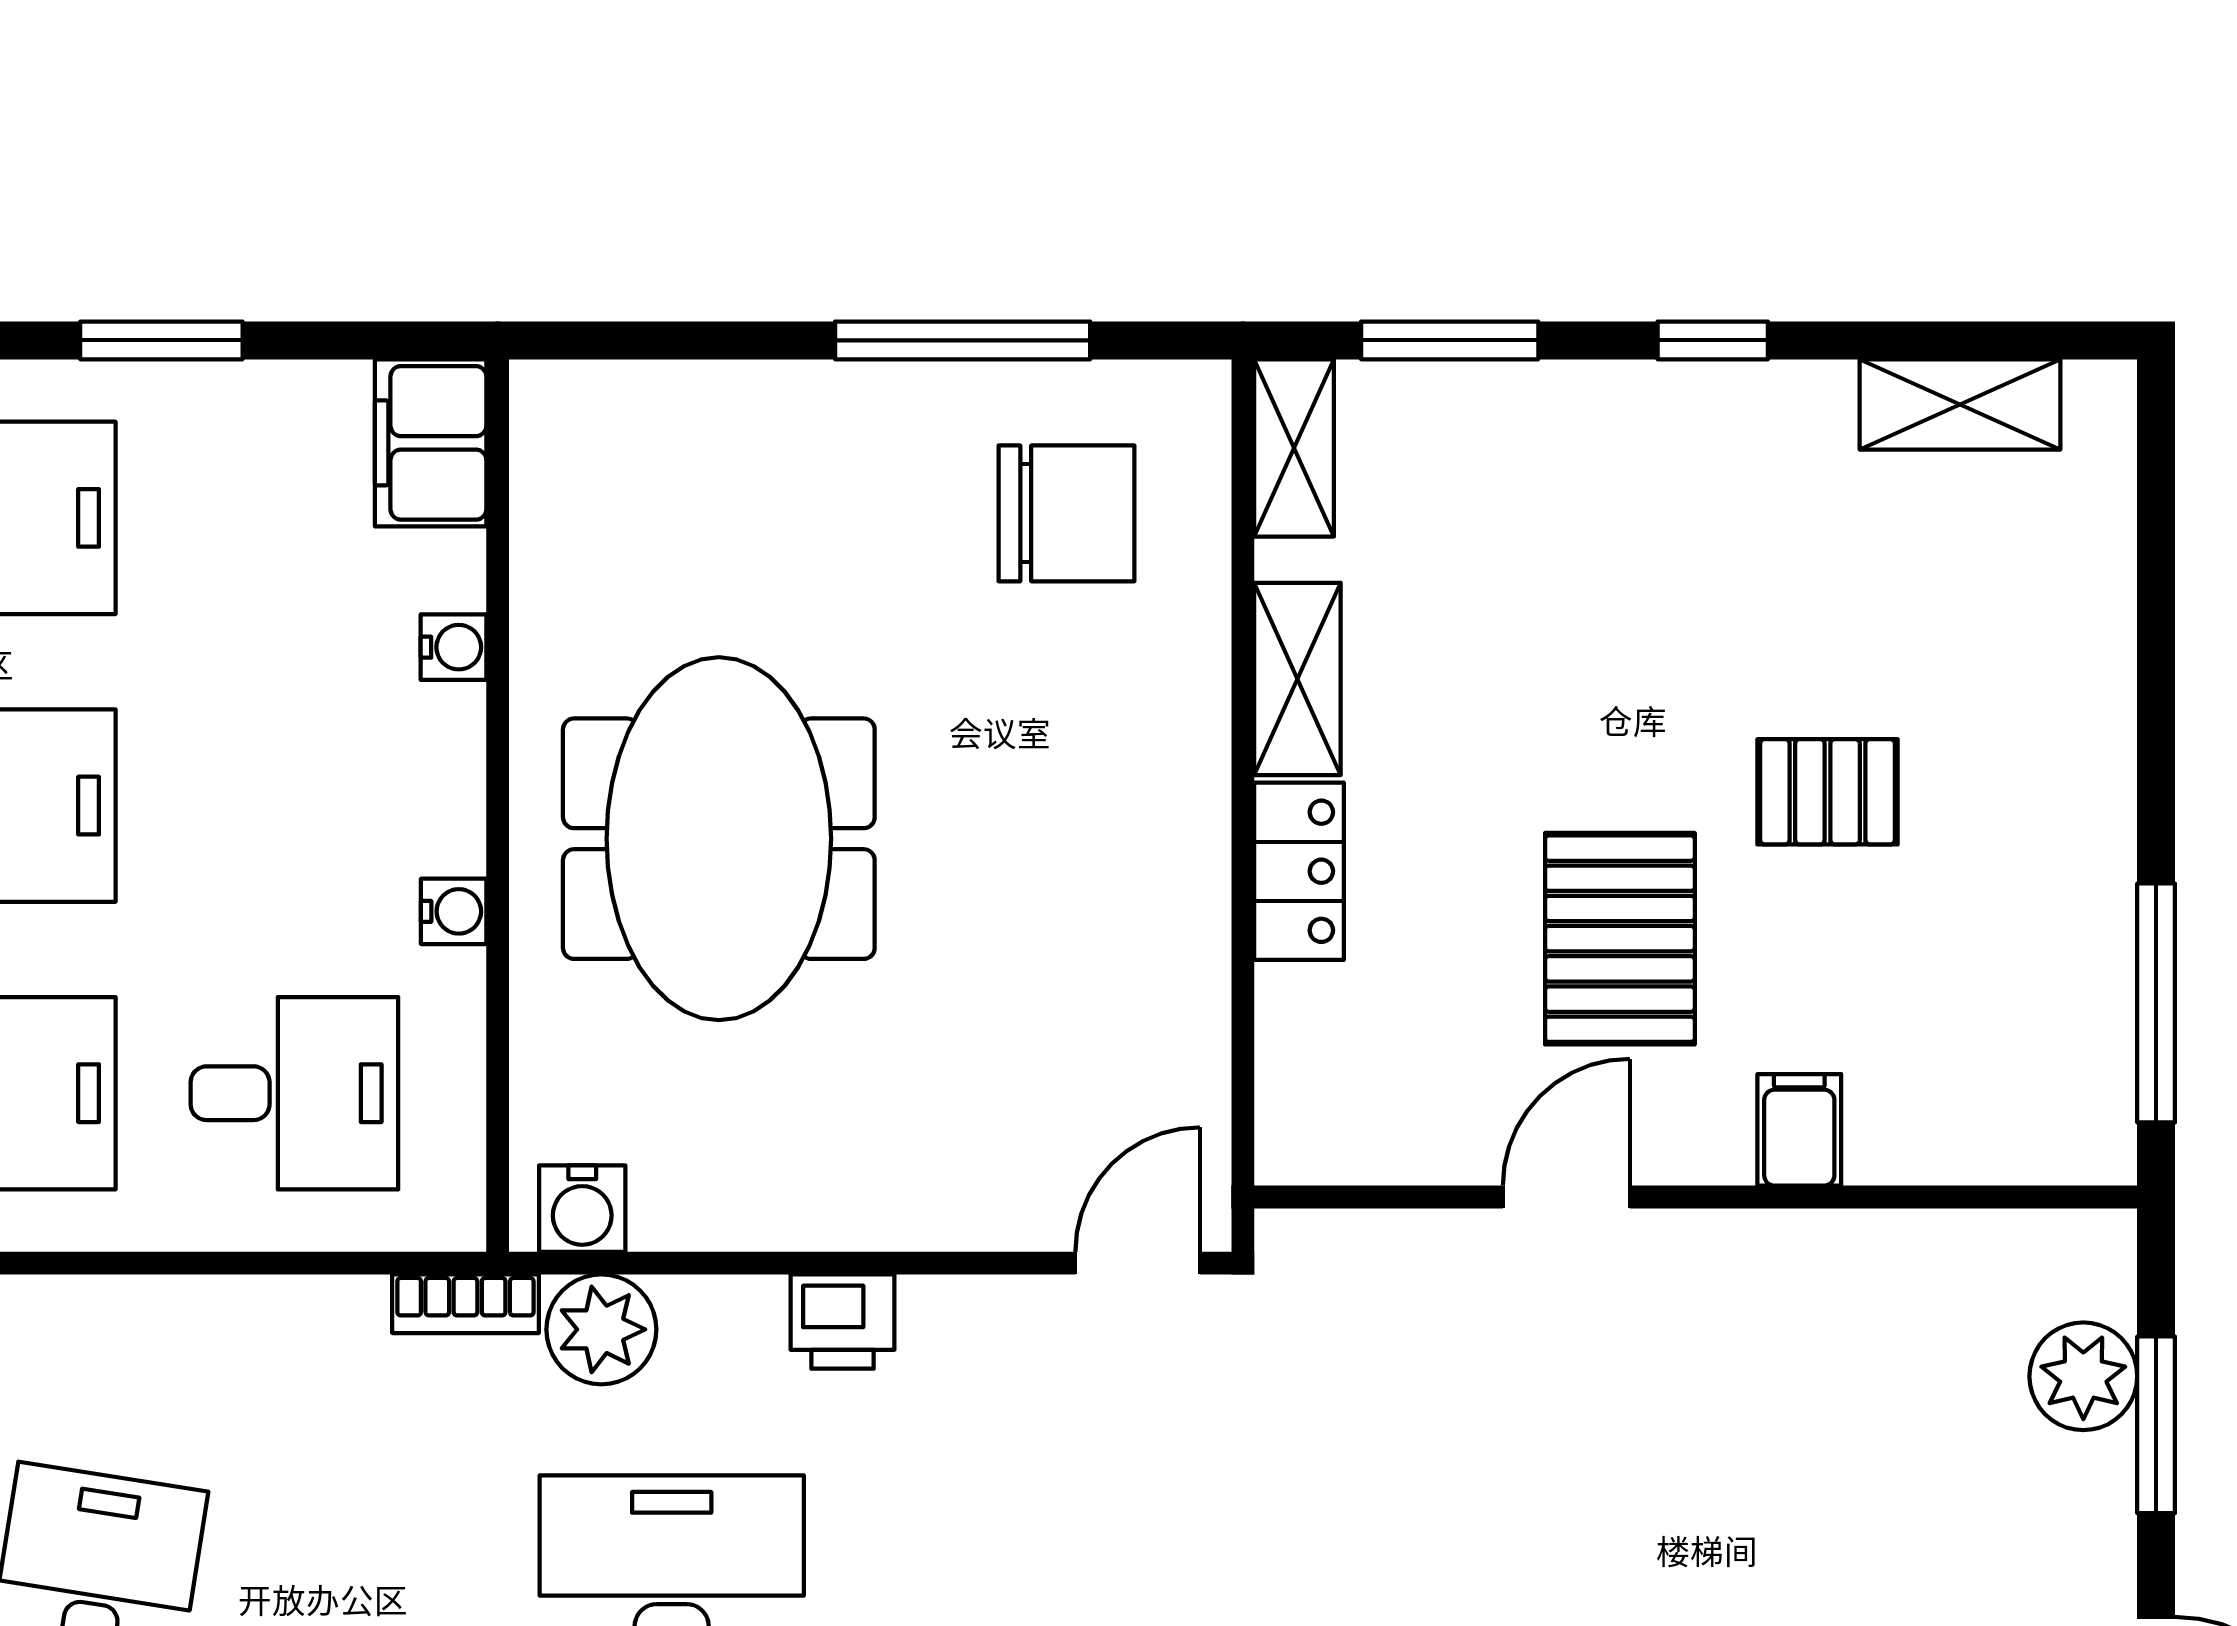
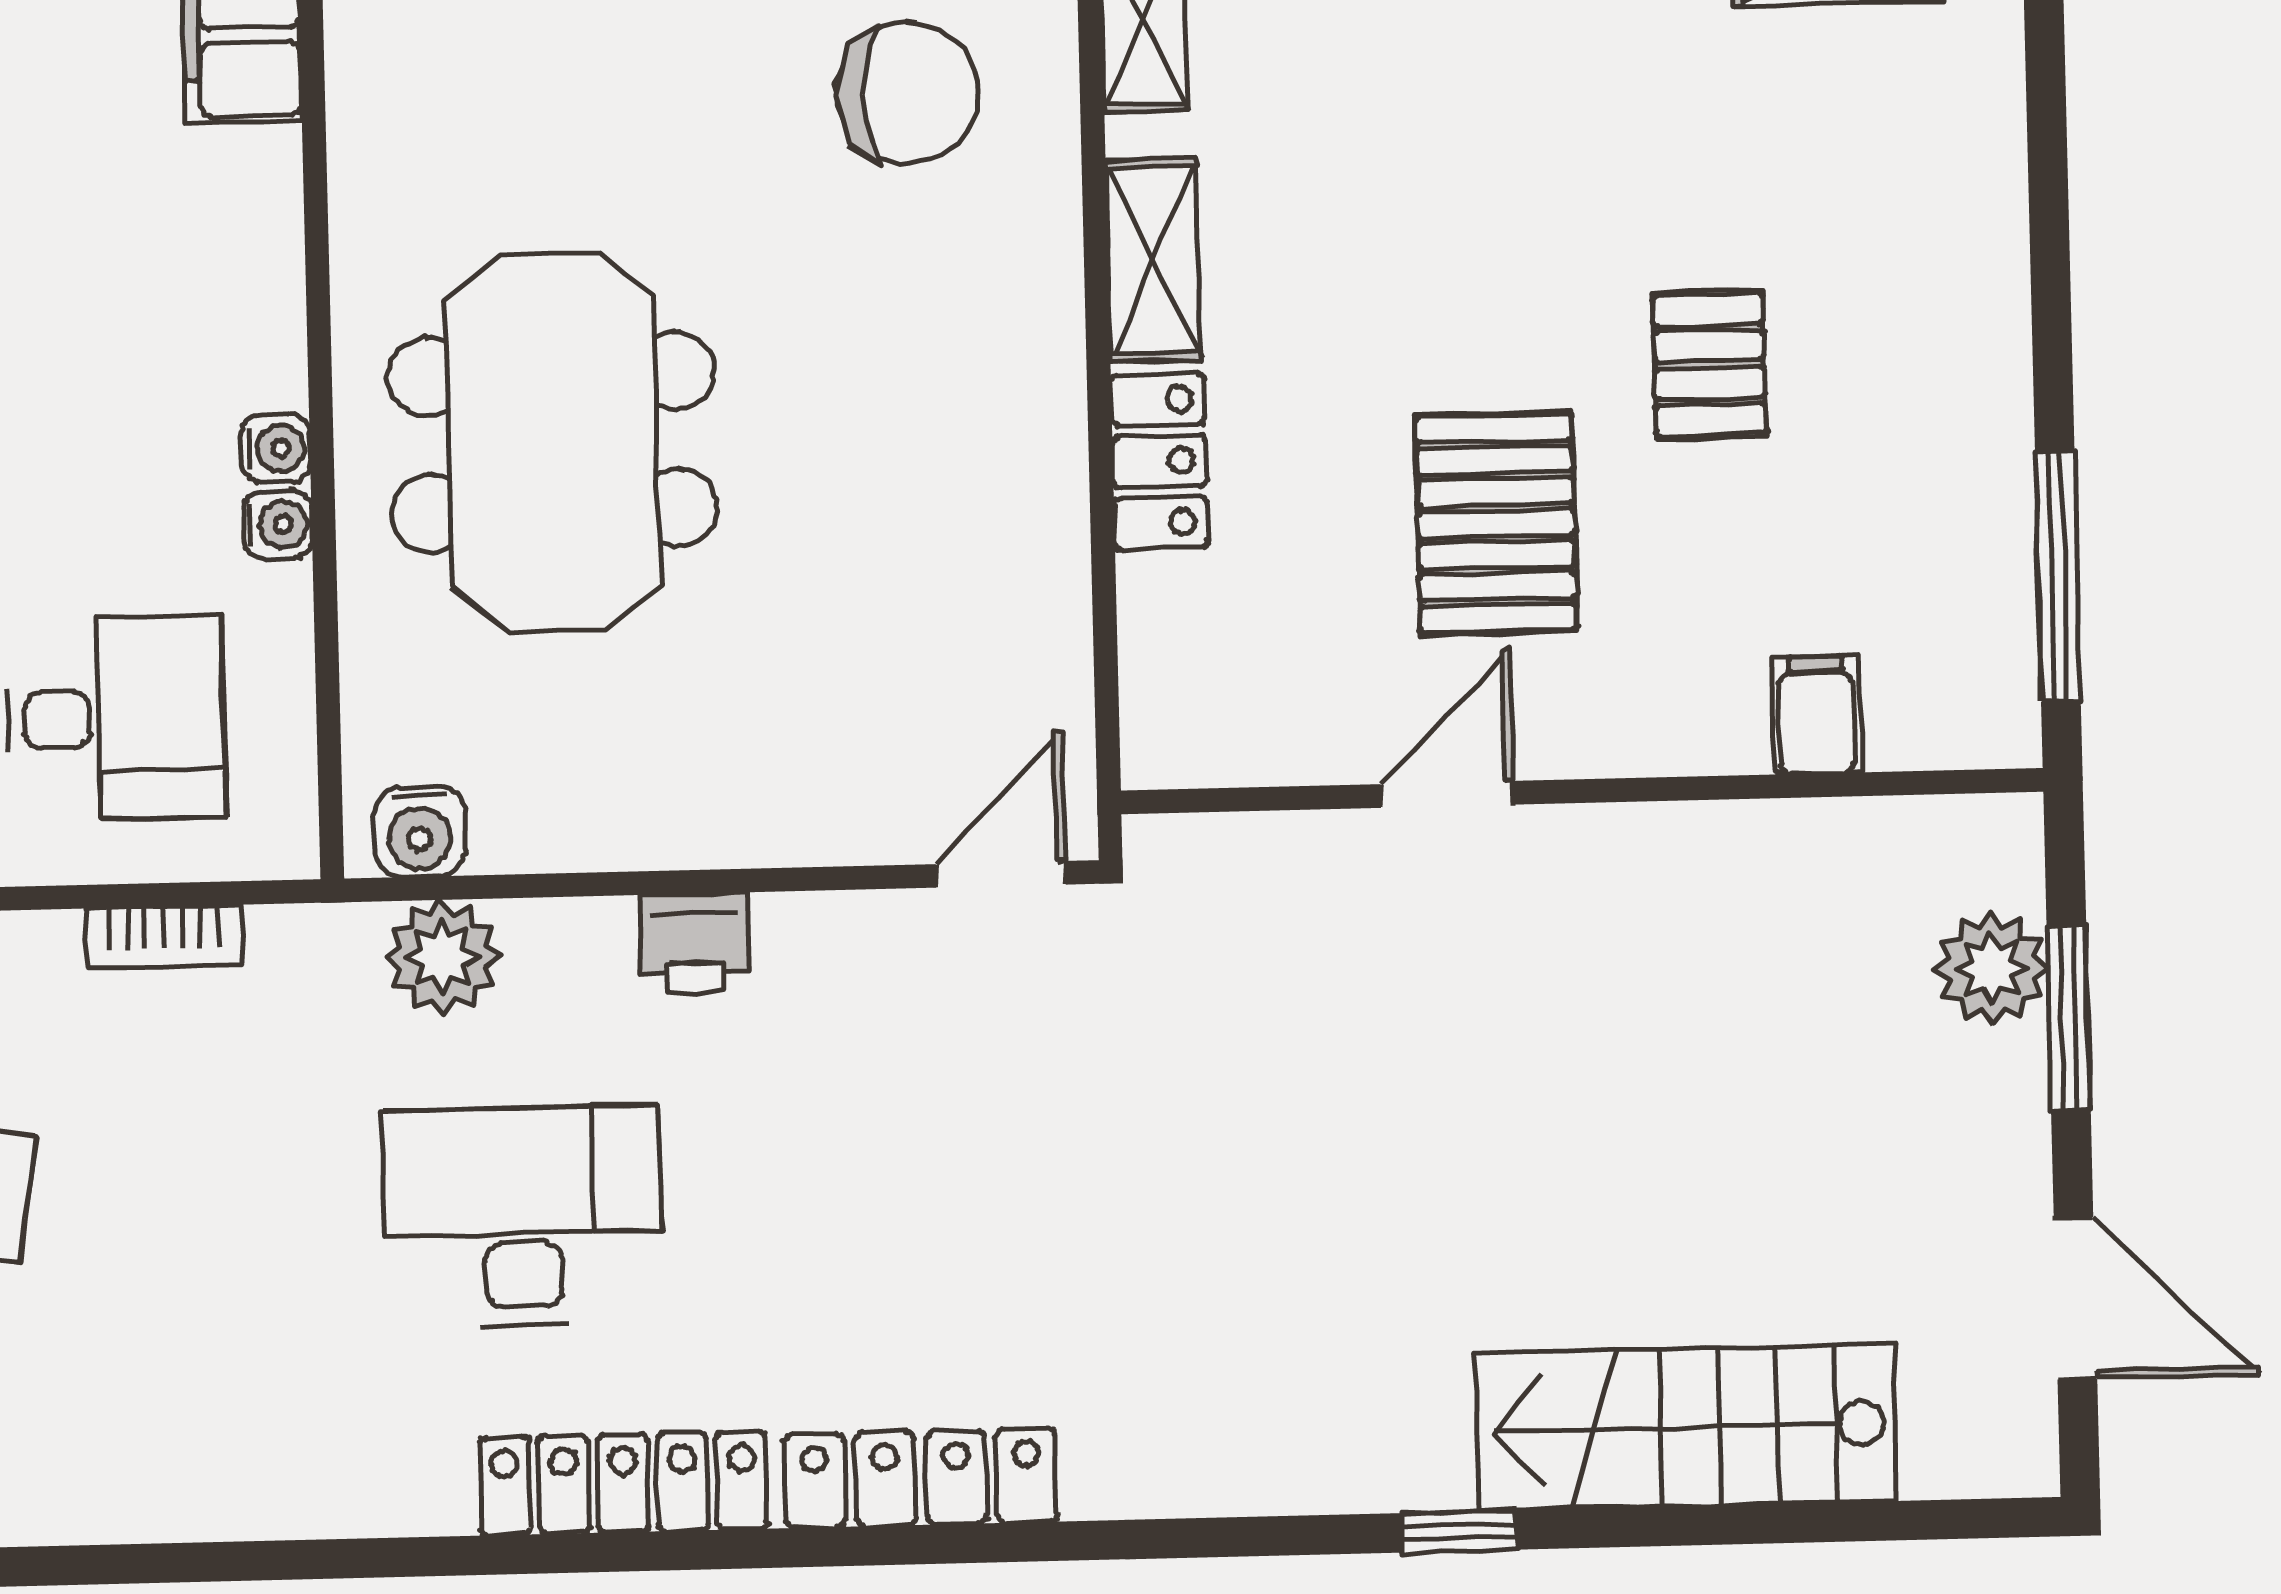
water cooler: (453, 647) -> (276, 448), moved
pallet: (1827, 792) -> (1709, 365), turned 90
filing cabinet: (1799, 1130) -> (1816, 715), moved
bookcase: (465, 1304) -> (163, 937), moved

